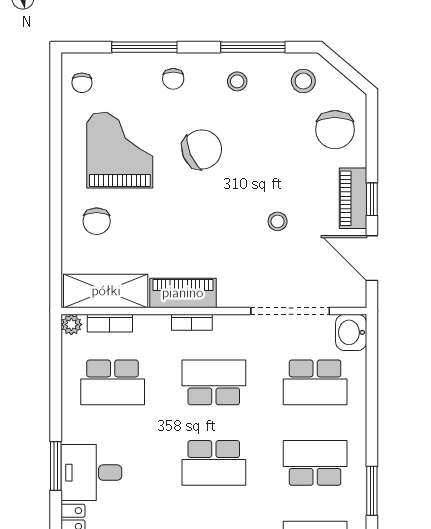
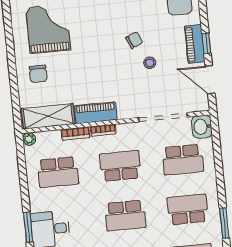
chair: (202, 149) -> (134, 40), moved, width x0.54, depth x0.54
bookcase: (110, 323) -> (76, 134), moved

